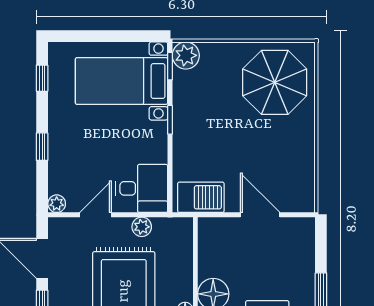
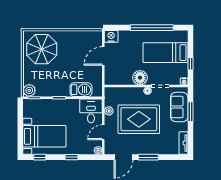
bed with nightstands: (122, 81) -> (44, 136), moved, turned -90
barbecue: (201, 197) -> (81, 90), moved, turned 90
door: (96, 215) -> (103, 132), hinge flipped
nightstand: (302, 232) -> (111, 36), added

